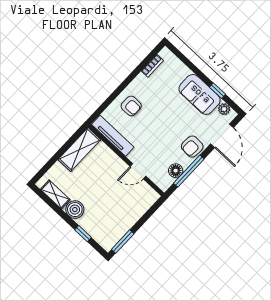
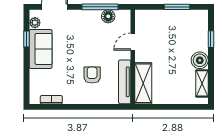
armchair: (131, 106) -> (92, 75), moved
armchair: (192, 147) -> (81, 20), removed
shelving: (79, 150) -> (143, 83), moved, turned 90
door: (138, 171) -> (133, 42), swing flipped
window: (123, 242) -> (177, 7), moved

